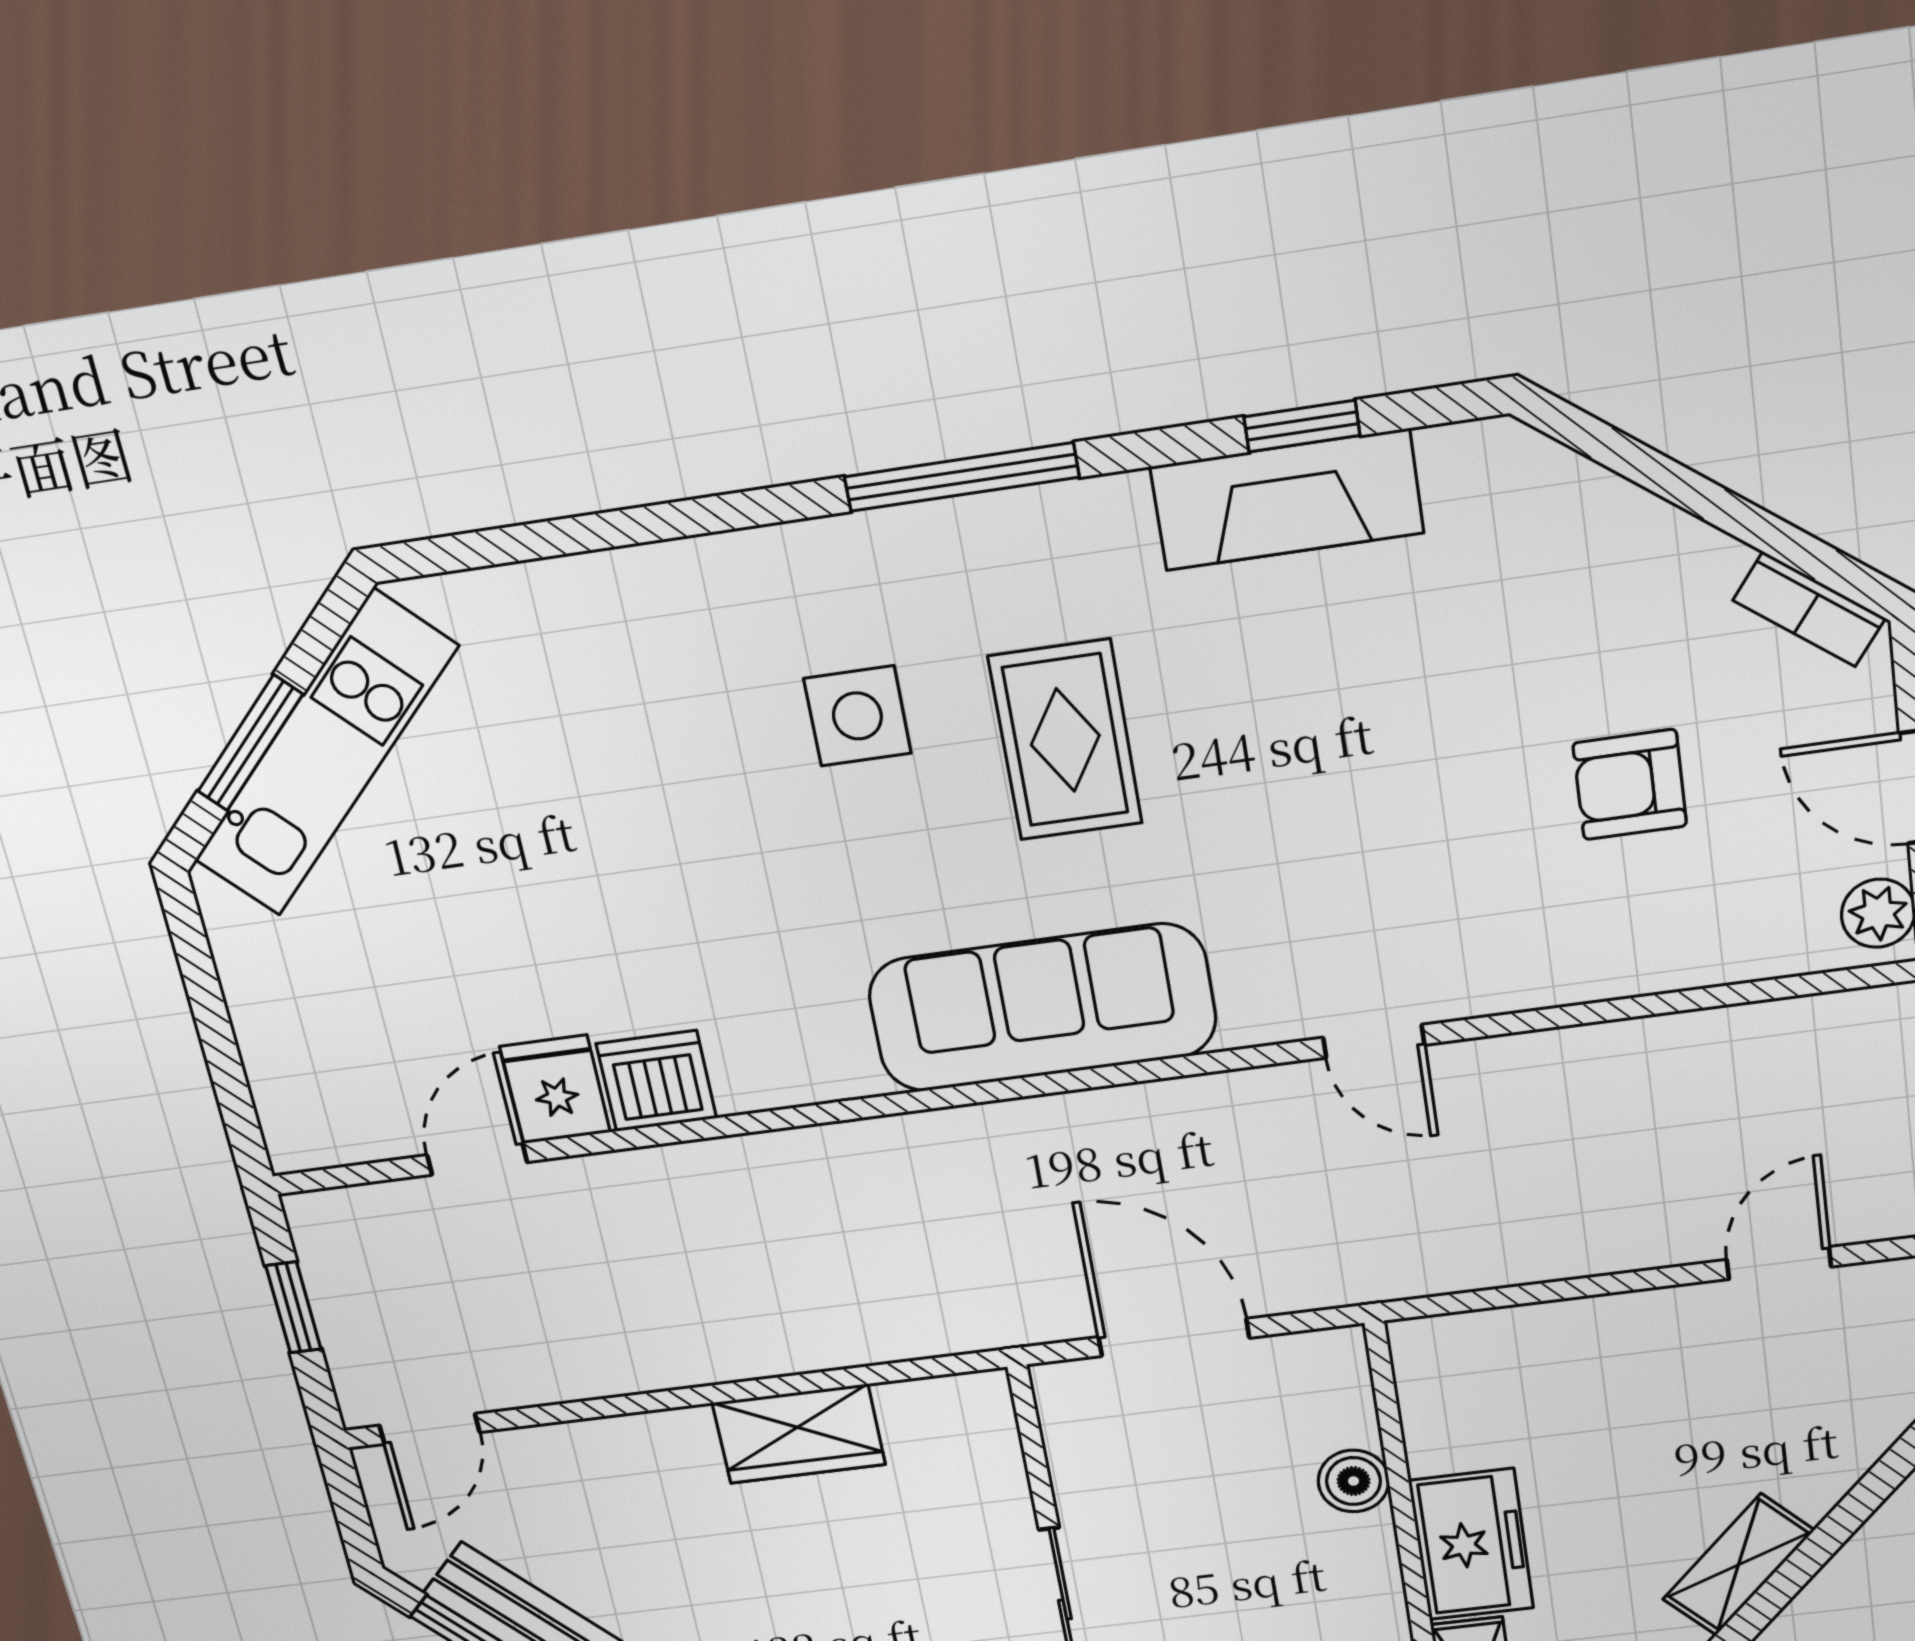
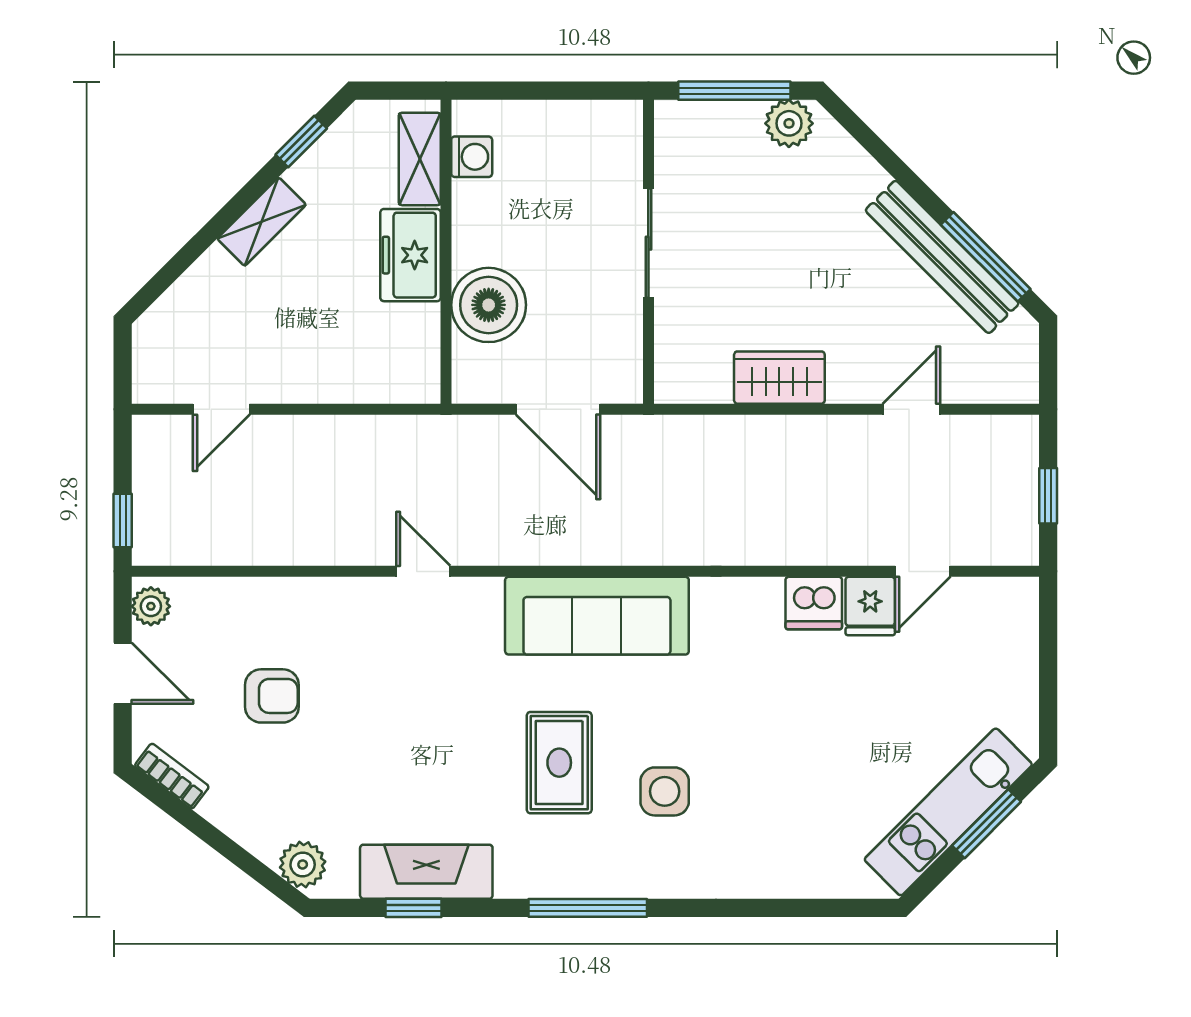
plant: (1532, 478) -> (303, 865), added
door: (430, 1429) -> (911, 409), moved
boiler: (1354, 1481) -> (489, 305), width x1.86, depth x1.86

